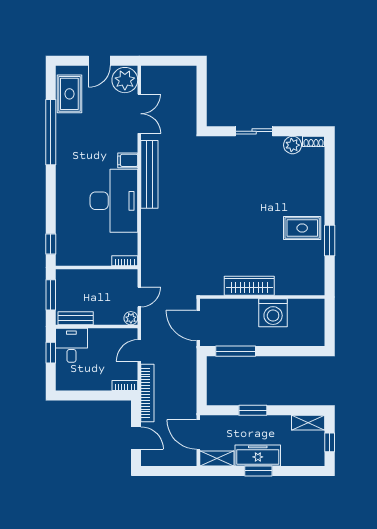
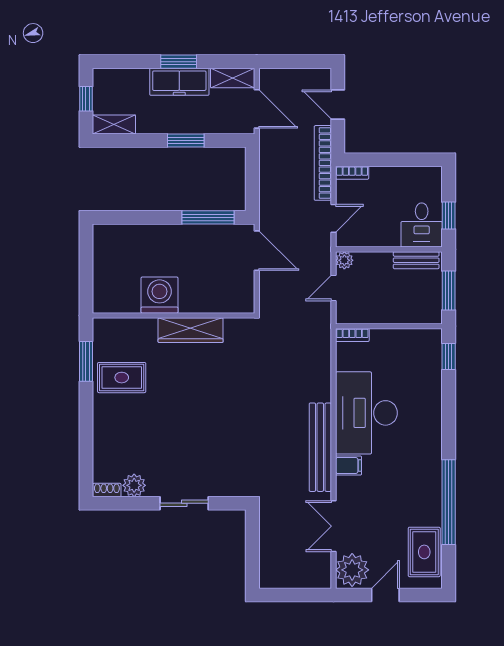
wardrobe: (249, 286) -> (191, 330), moved
wall: (262, 297) -> (173, 316), moved
washing machine: (273, 313) -> (159, 295), moved

